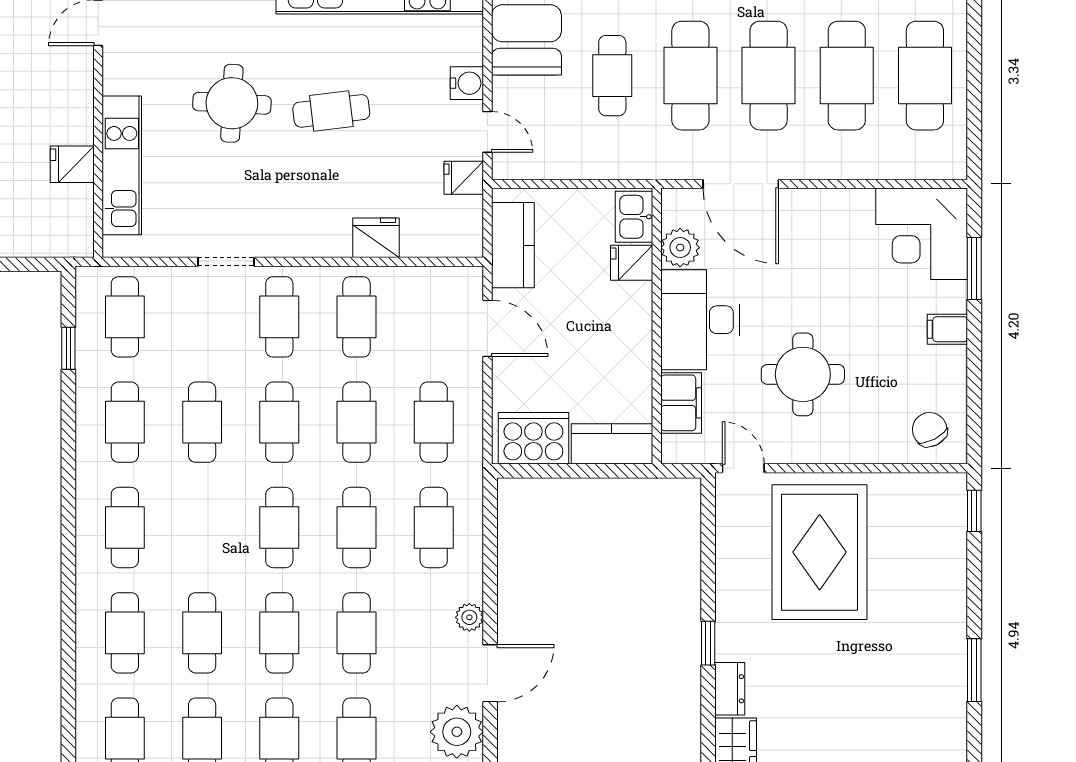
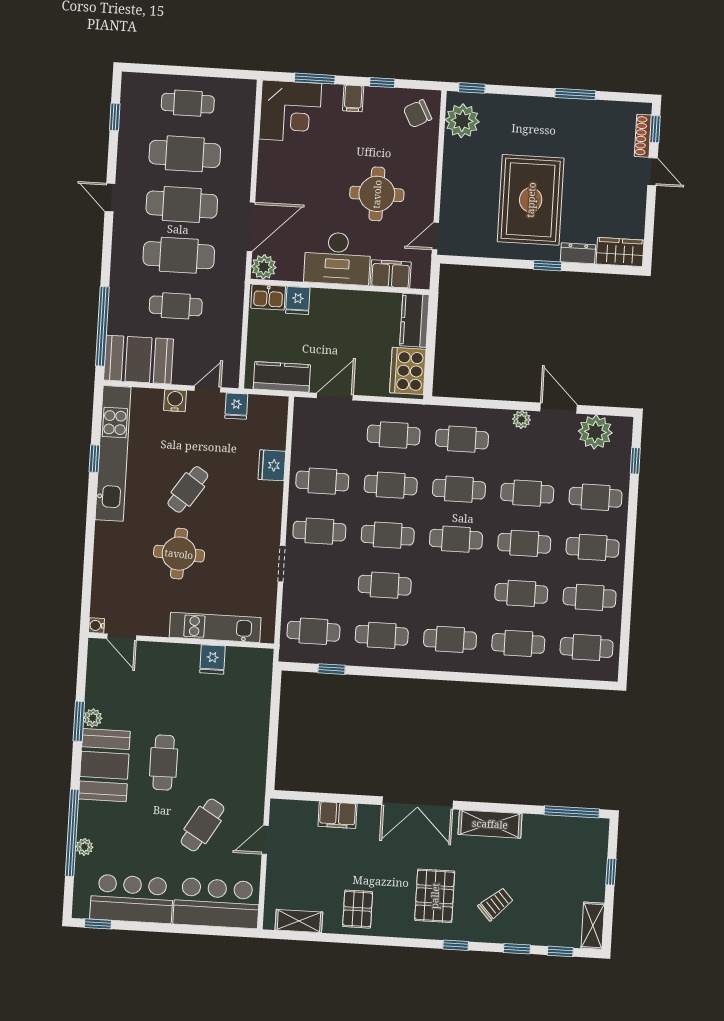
cafe table: (925, 76) -> (188, 103), width x0.73, depth x0.74
cafe table: (331, 111) -> (188, 489), turned 41
plant: (680, 248) -> (264, 267), moved
window: (974, 373) -> (382, 83), added
plant: (923, 499) -> (462, 121), added
rug: (820, 552) -> (531, 200), moved, turned 90

